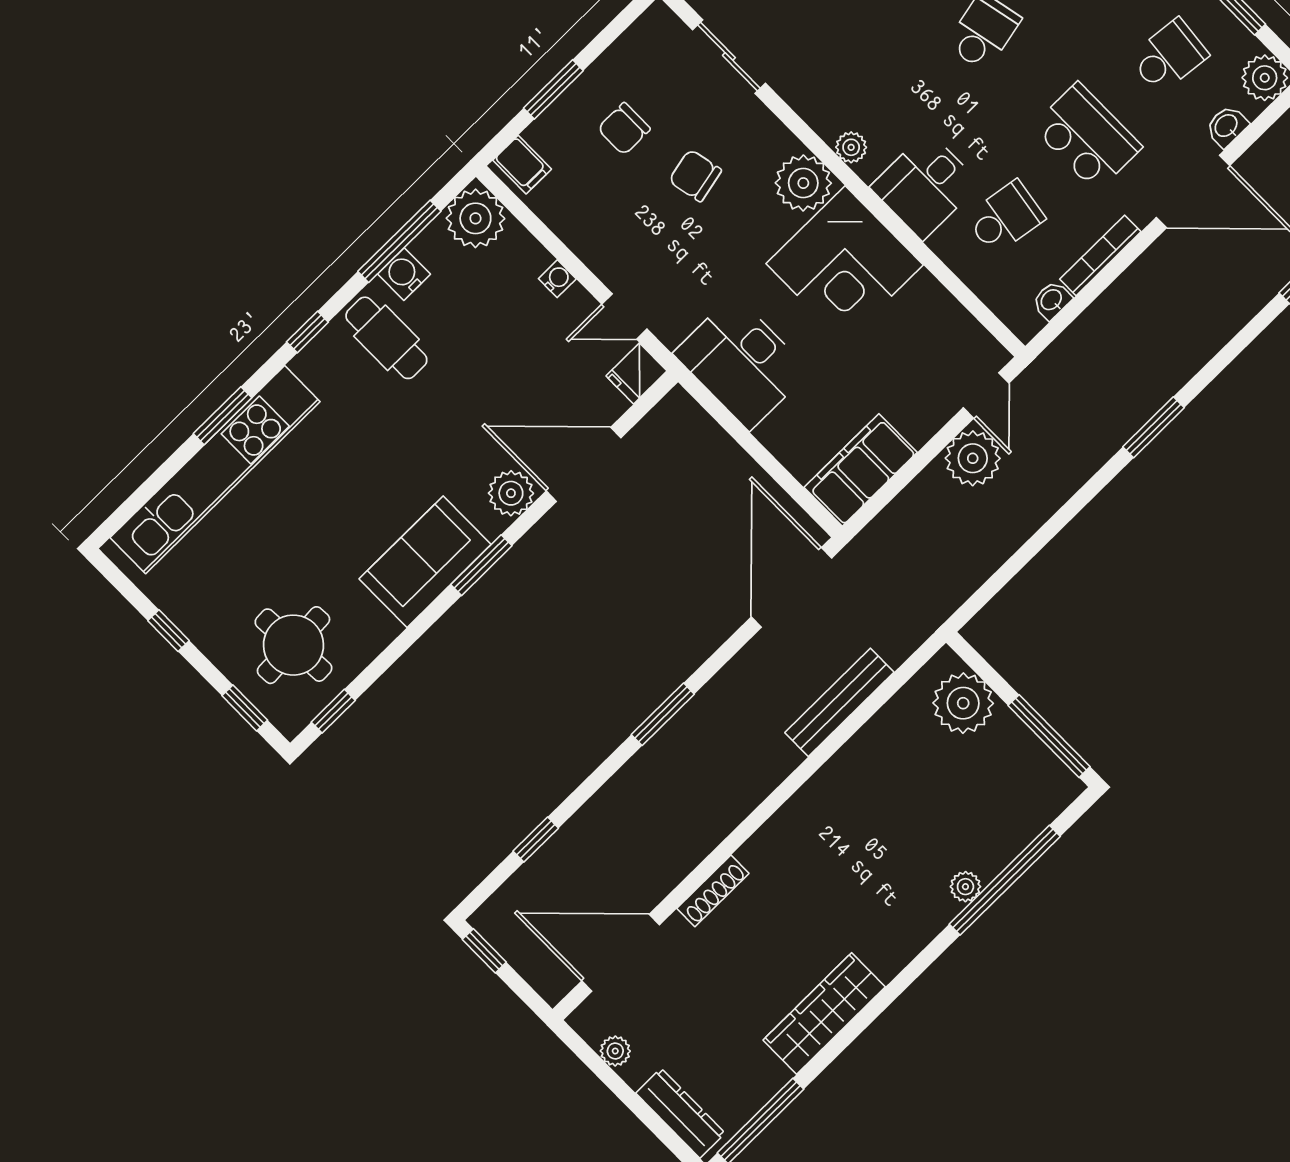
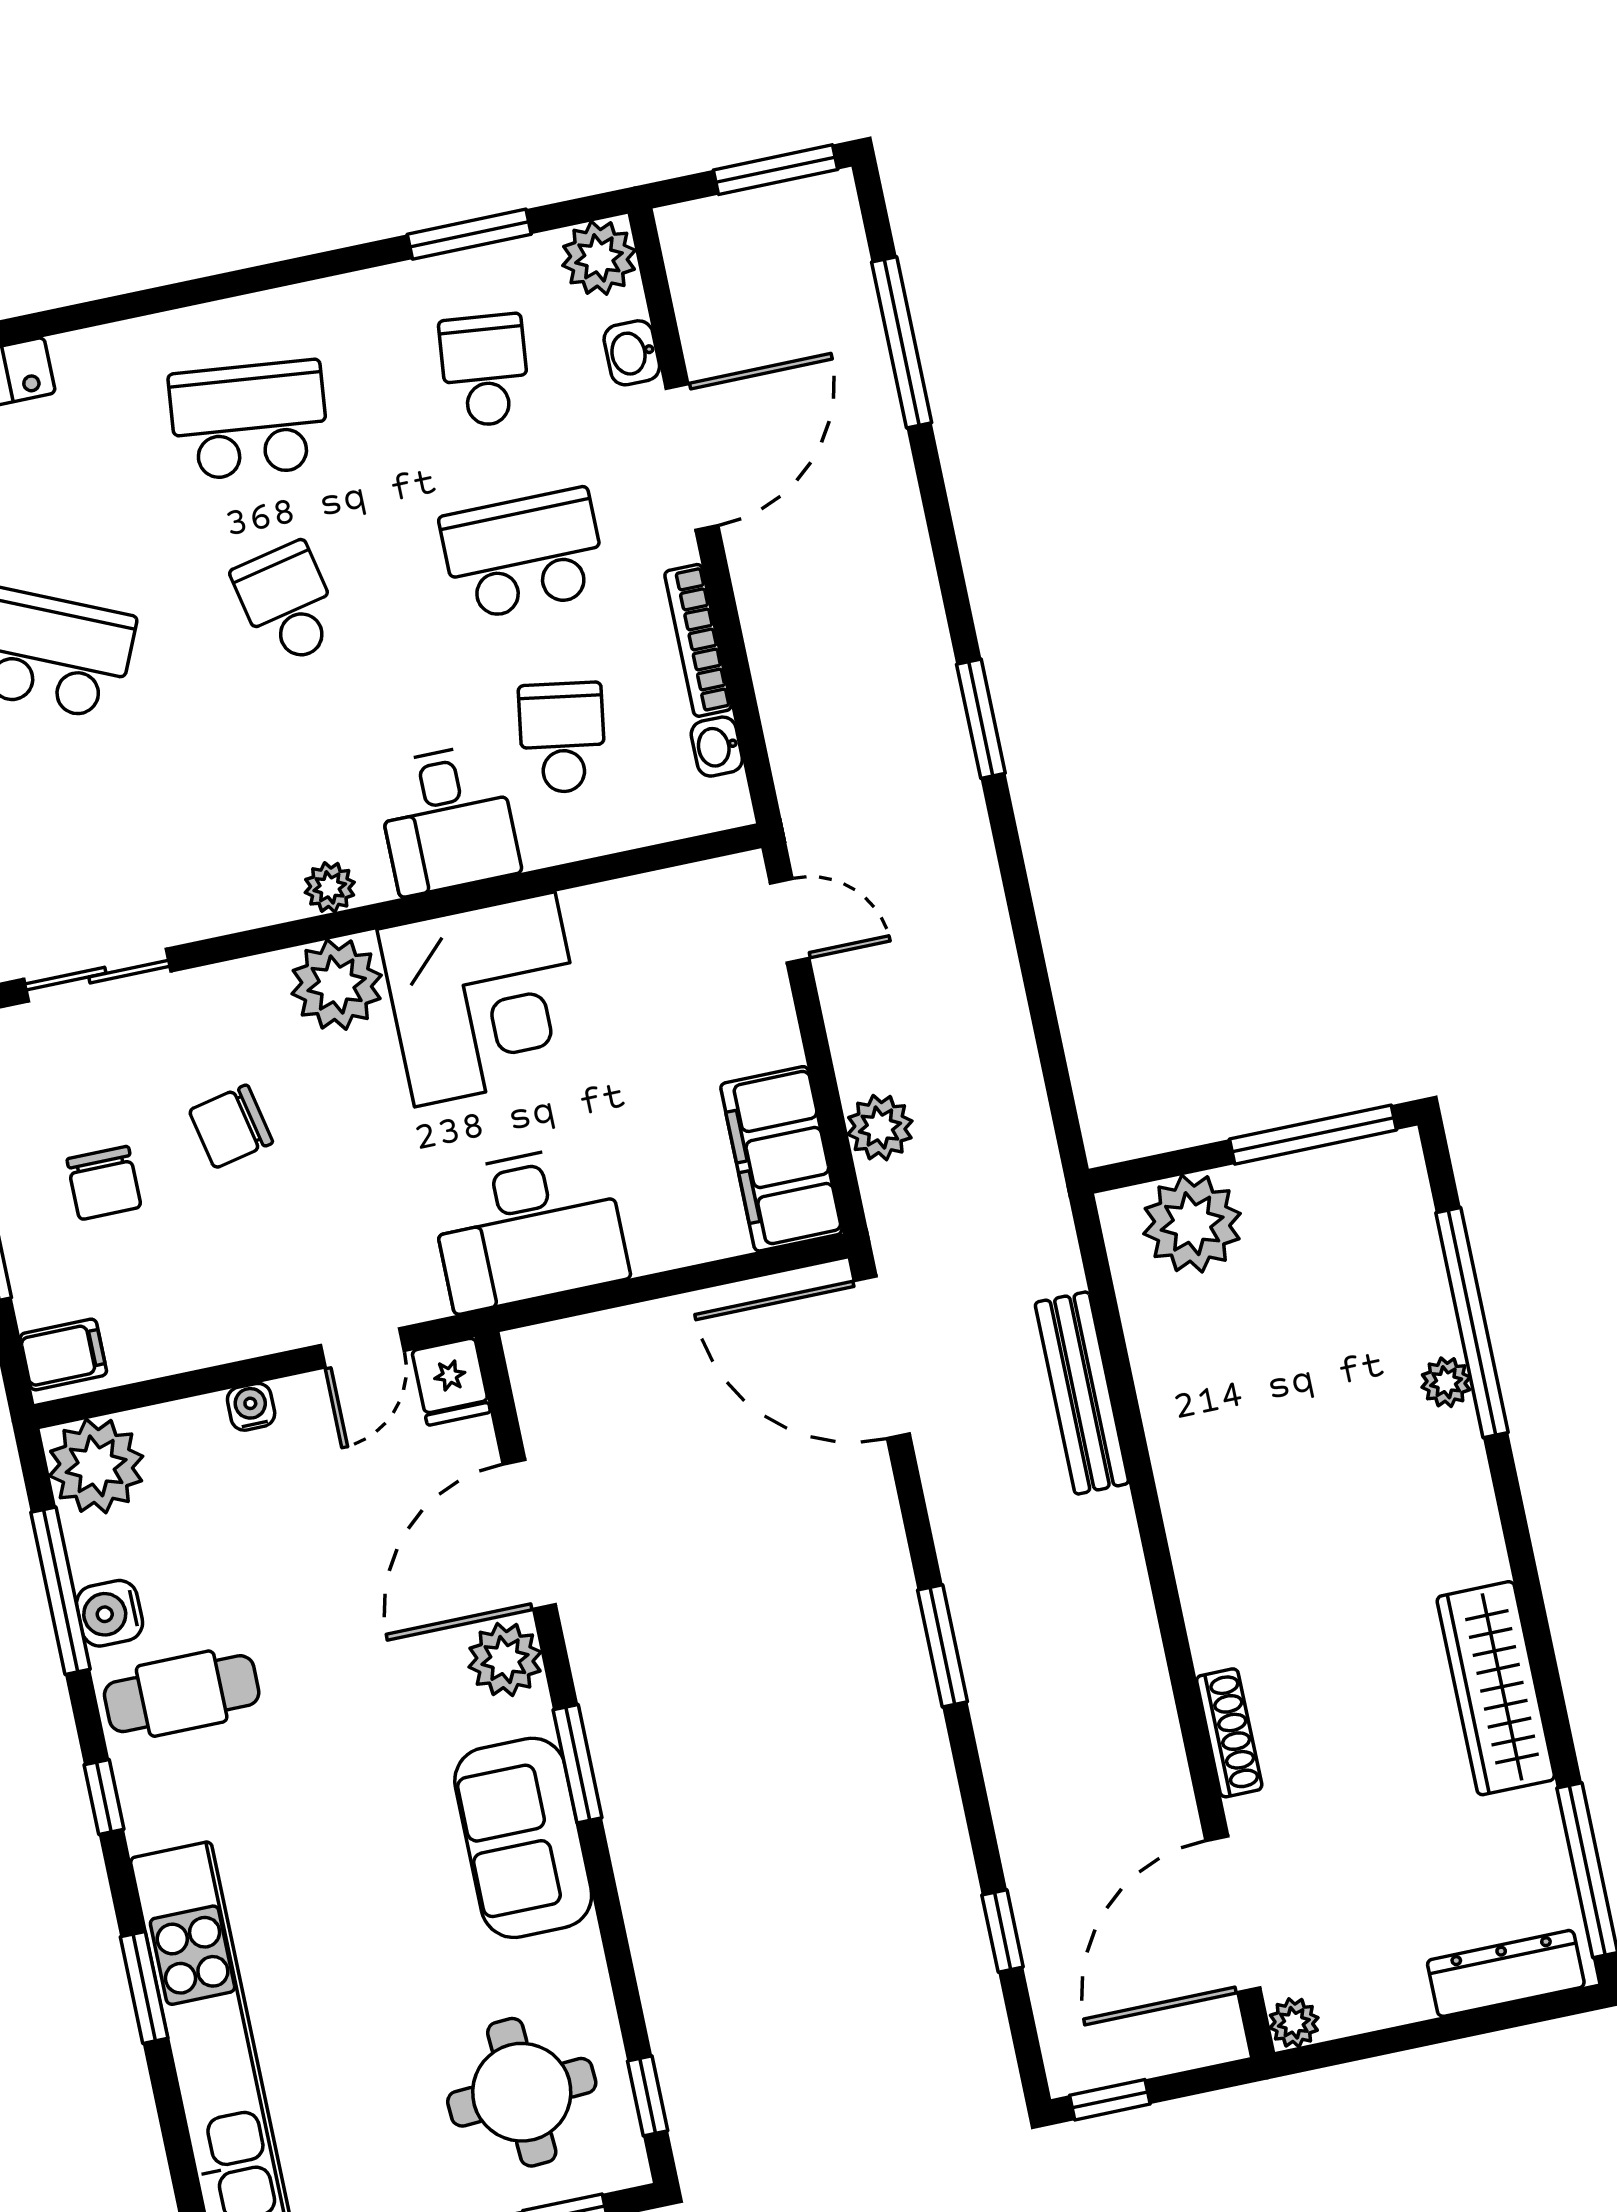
plant: (973, 458) -> (880, 1128), moved, width x0.73, depth x0.73
plant: (615, 1051) -> (1294, 2023), moved

